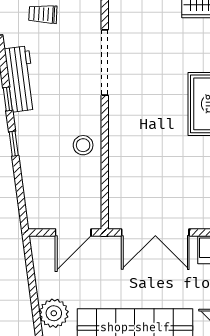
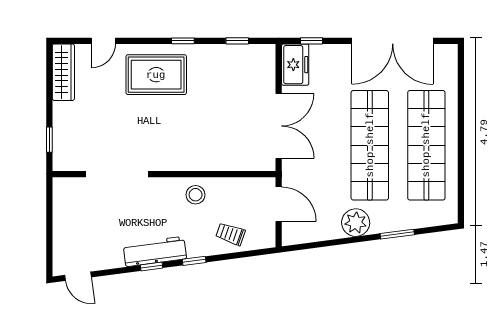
trolley: (43, 14) -> (230, 234), moved, turned 106
workbench: (20, 79) -> (155, 251), moved

